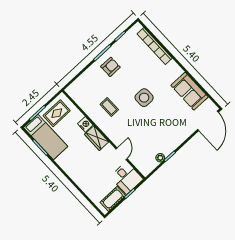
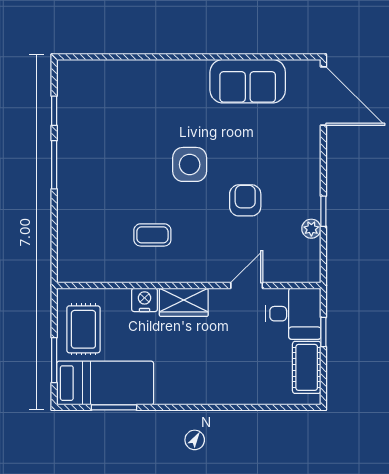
bookcase: (155, 46) -> (122, 70), removed
armchair: (110, 67) -> (245, 200), moved
door: (122, 154) -> (247, 285), hinge flipped

